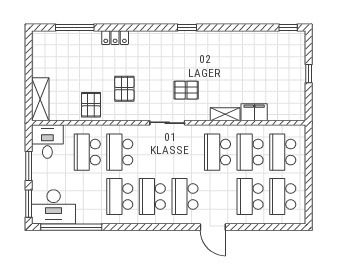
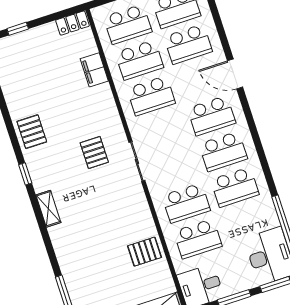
locker: (115, 38) -> (72, 23), moved, turned 90
window: (309, 74) -> (18, 29), moved
pallet: (124, 89) -> (32, 132), moved, turned 90
shelving: (225, 114) -> (48, 209), moved
door: (213, 227) -> (235, 74), swing flipped

